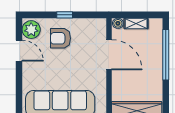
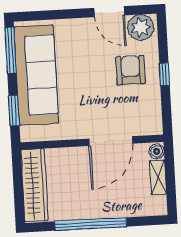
door: (19, 51) -> (109, 12), hinge flipped
window: (166, 55) -> (91, 224), moved

